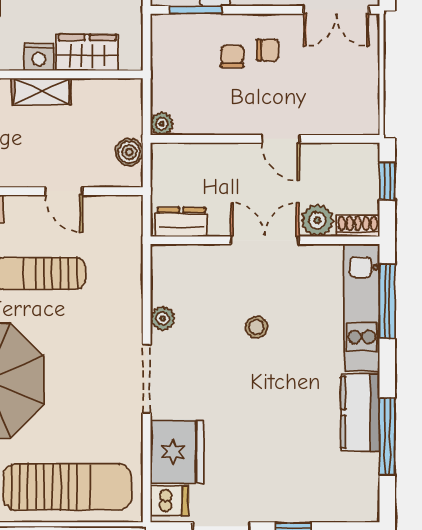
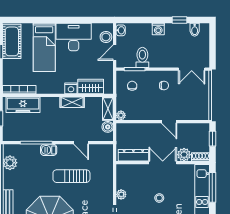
chair: (232, 56) -> (132, 86), moved
shelving: (130, 107) -> (108, 109), added
dresser: (181, 222) -> (133, 155), width x1.44

